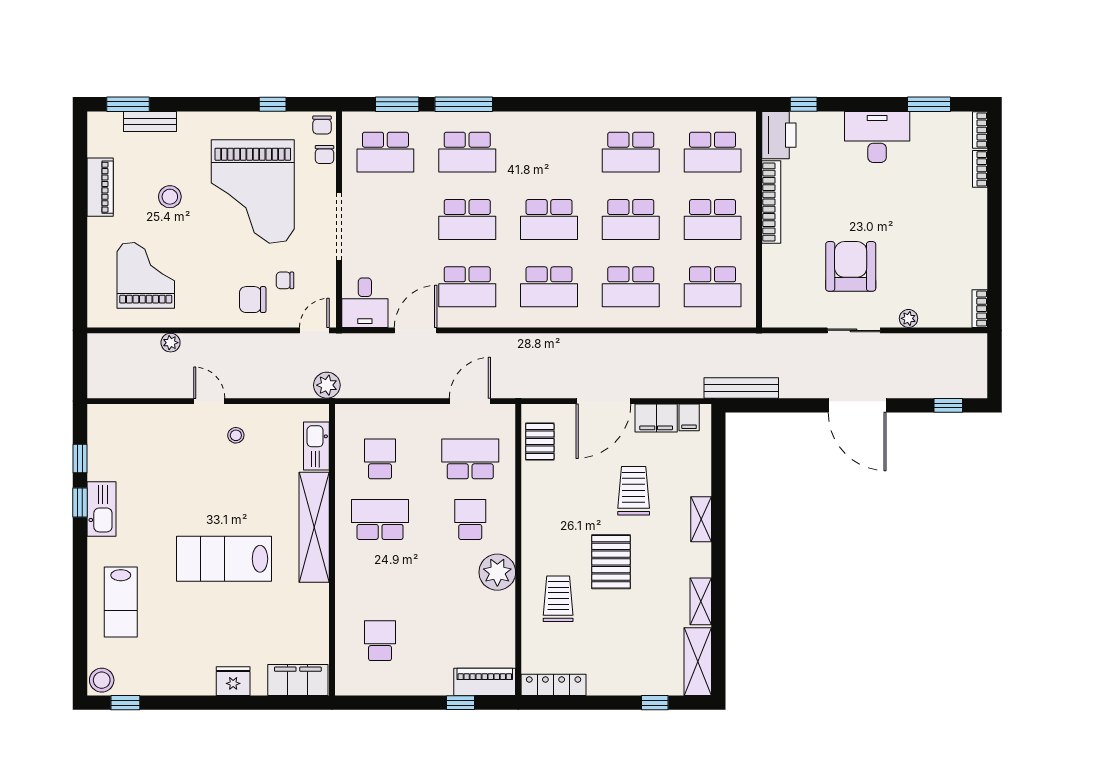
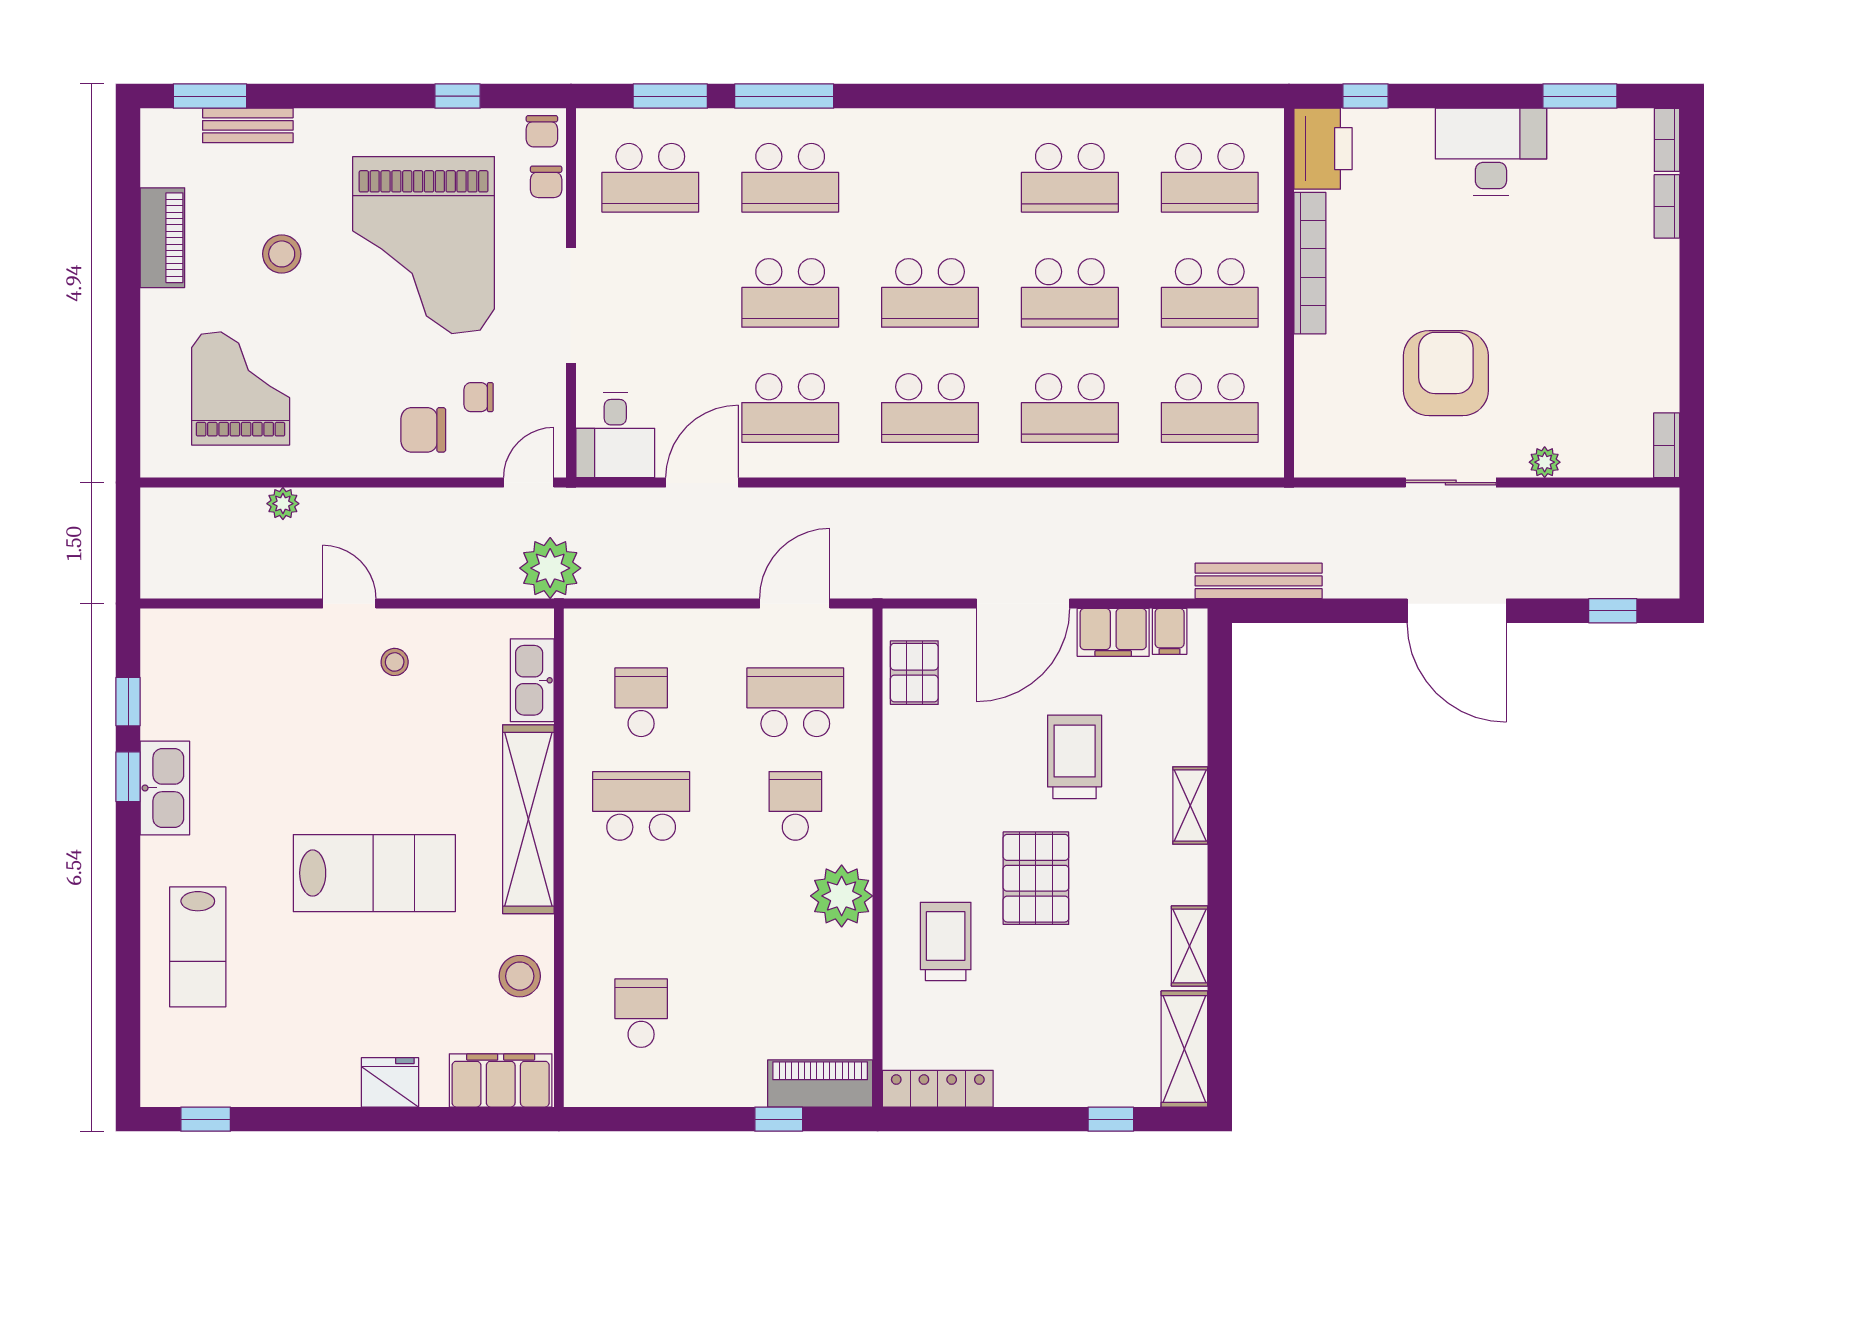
plant: (327, 385) -> (550, 568), width x1.36, depth x1.36
lab bench: (224, 559) -> (374, 873), turned 180
stool: (102, 680) -> (520, 976), moved

